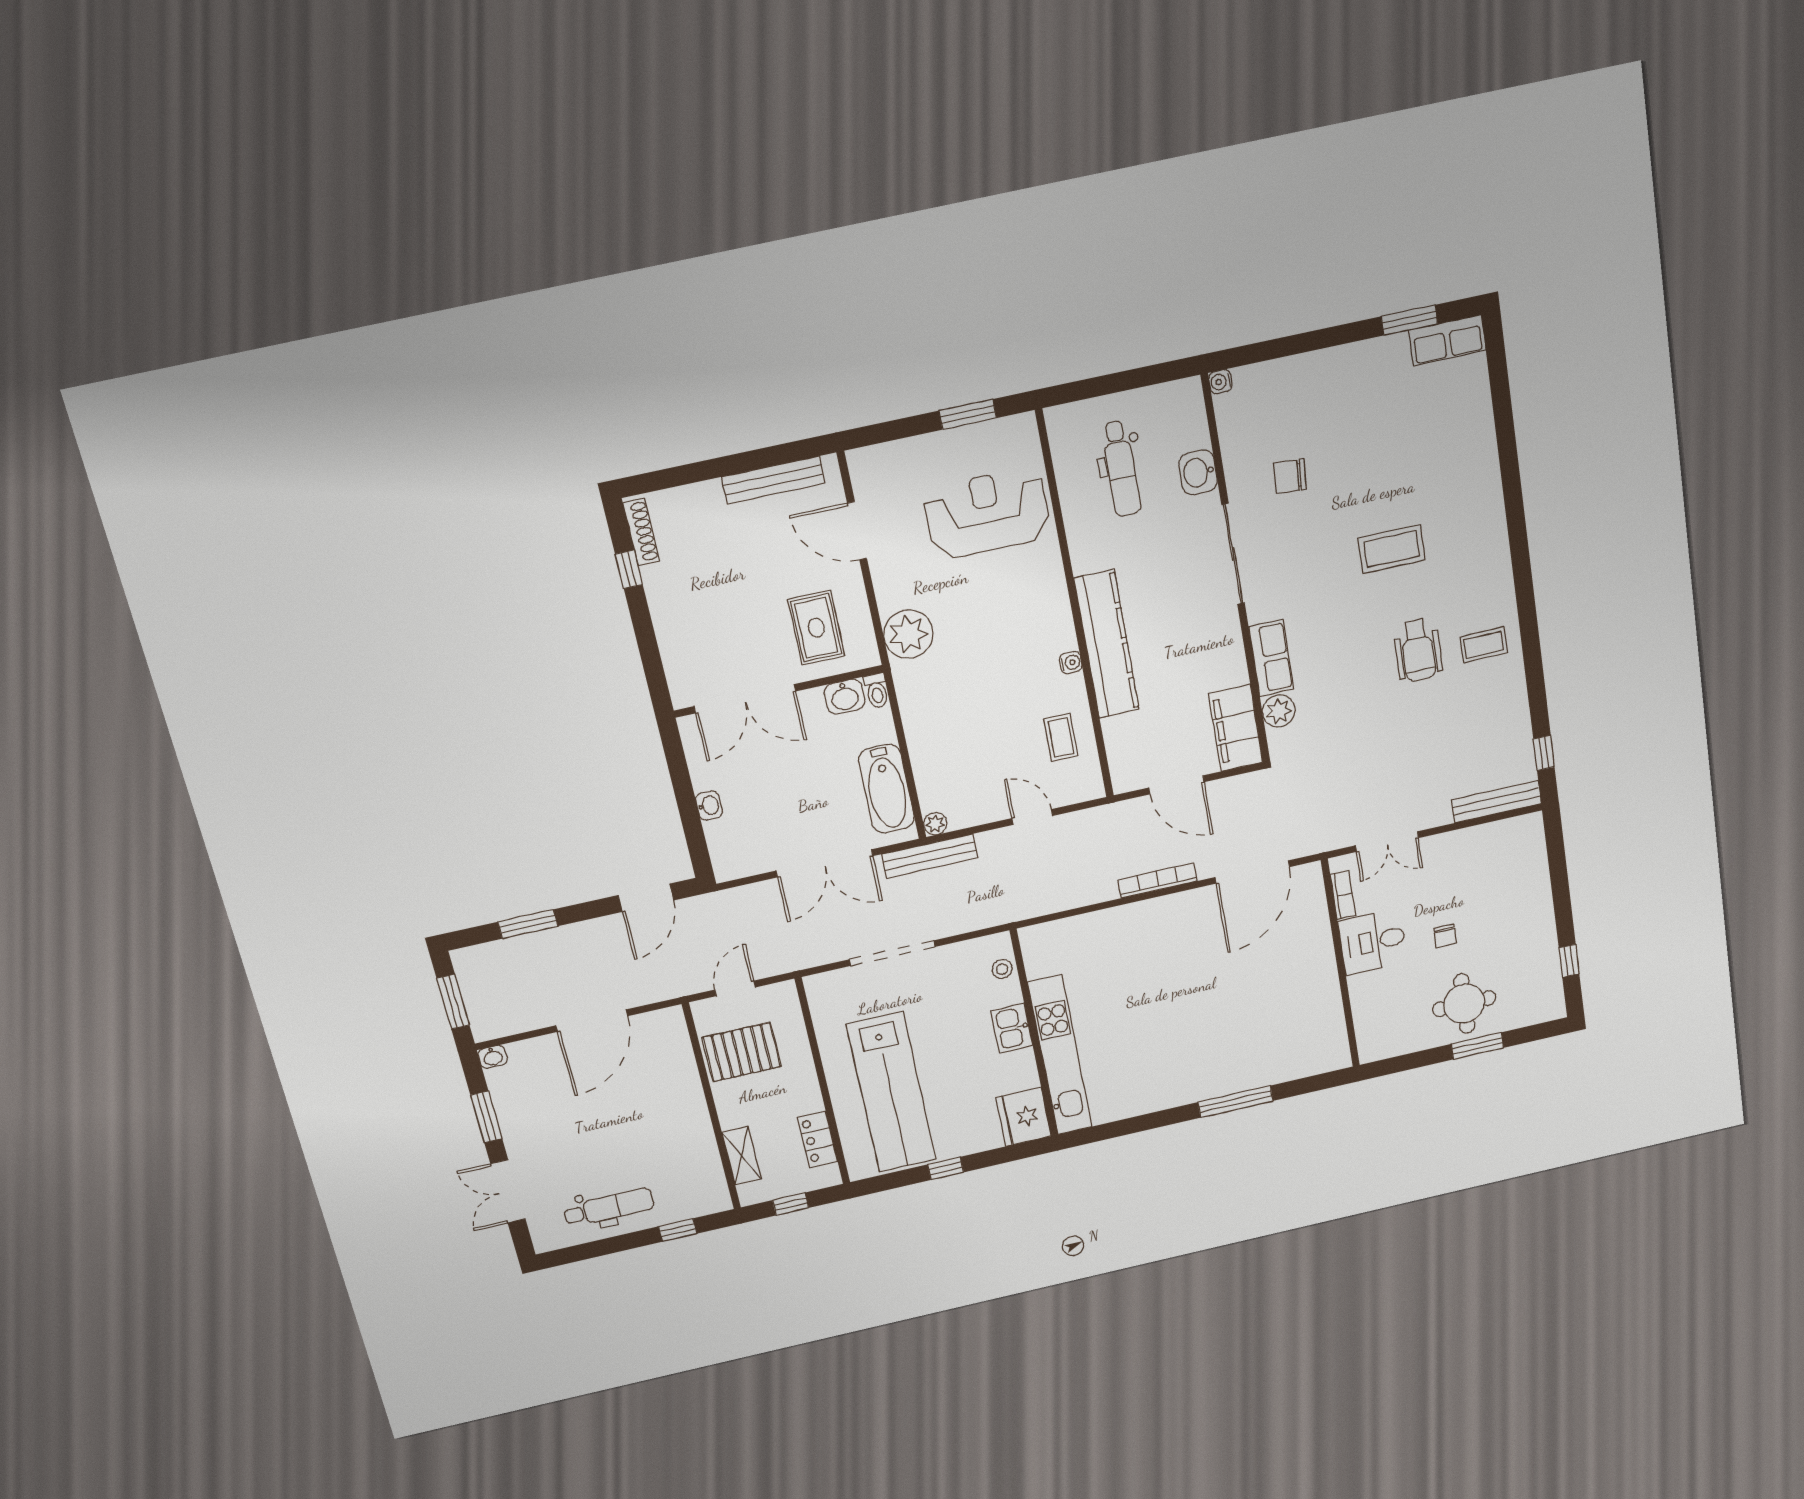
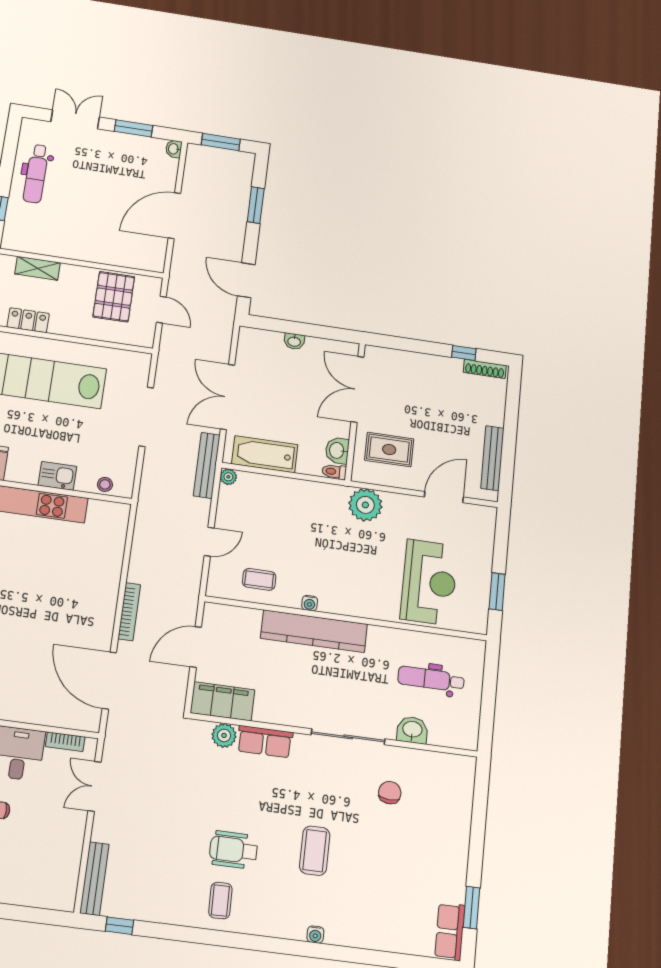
water cooler: (1220, 382) -> (315, 935), moved, turned 180
door: (592, 1021) -> (174, 216), hinge flipped

